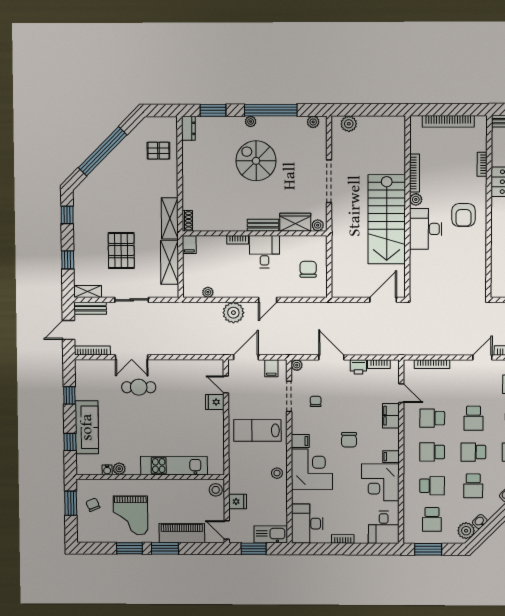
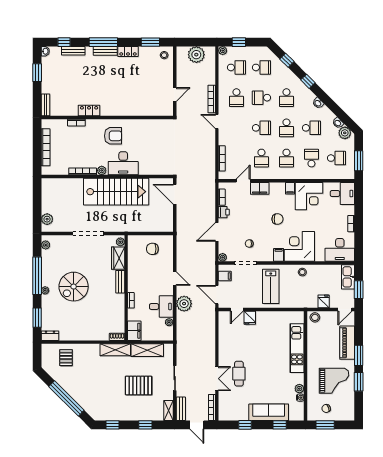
filing cabinet: (189, 245) -> (134, 331), width x2.00
desk: (264, 252) -> (161, 307), moved, turned 180

